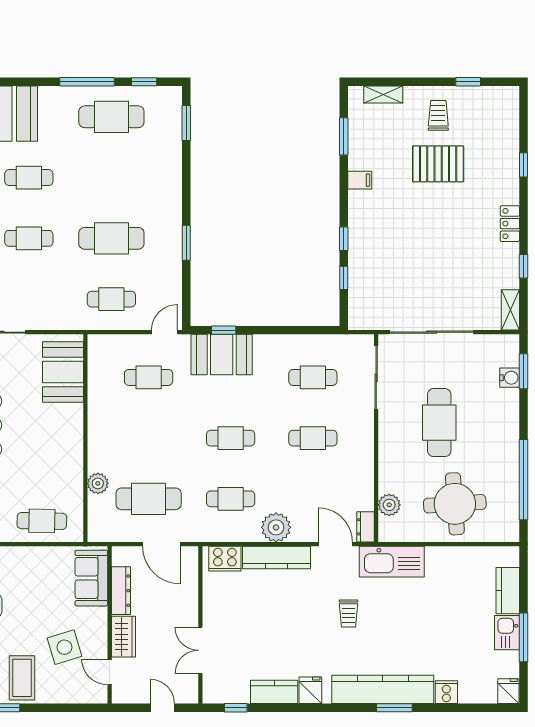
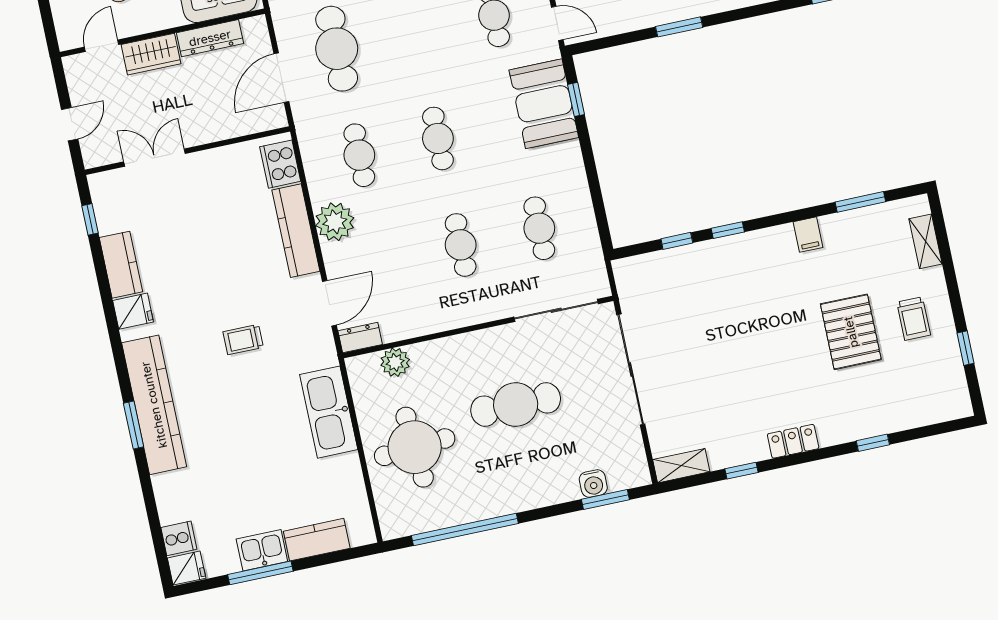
trolley: (438, 115) -> (914, 319), turned 90
kitchen sink: (392, 562) -> (329, 412), moved
cooker: (446, 692) -> (179, 538), moved

